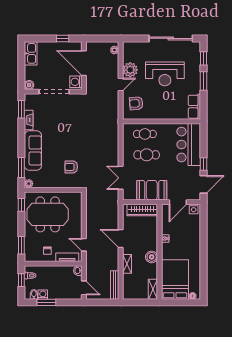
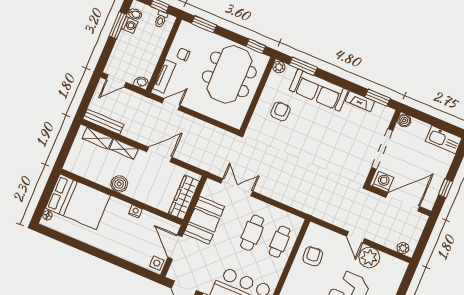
armchair: (136, 103) -> (313, 256), moved
armchair: (71, 167) -> (280, 111), moved
shelving: (153, 289) -> (97, 138), moved

